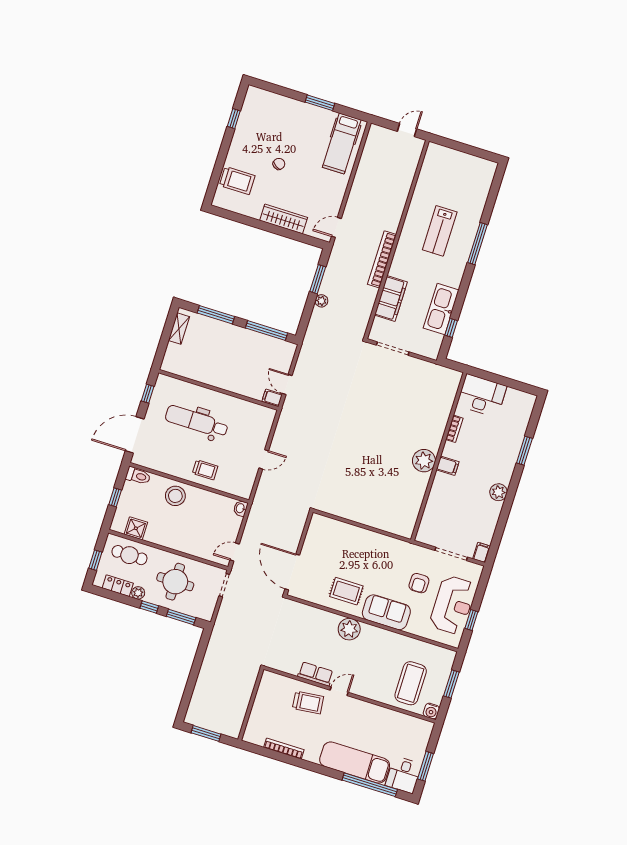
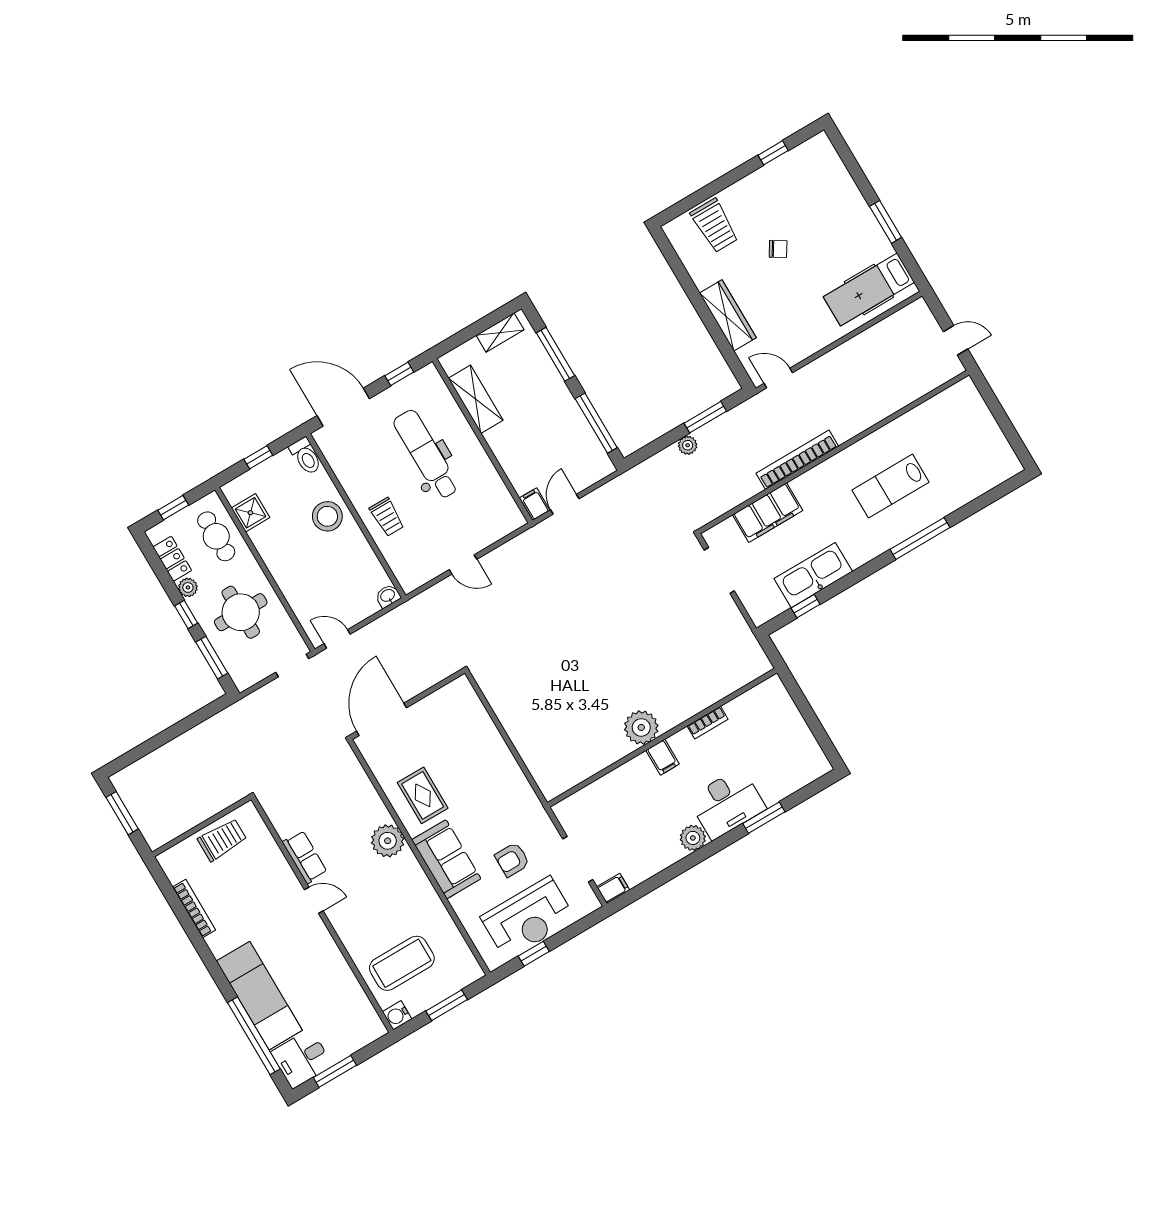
shelving: (196, 372) -> (476, 399), added
desk: (482, 396) -> (727, 803), moved, turned 90
trolley: (308, 702) -> (222, 840), moved, turned -84

